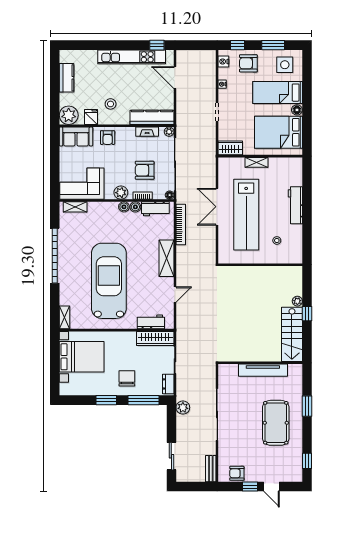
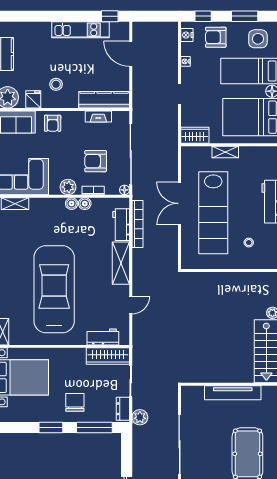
kitchen unit: (132, 57) -> (80, 30), width x0.73
plant: (169, 132) -> (124, 116), removed
workbench: (155, 209) -> (121, 225), moved, turned 90
plant: (183, 408) -> (140, 417), moved

